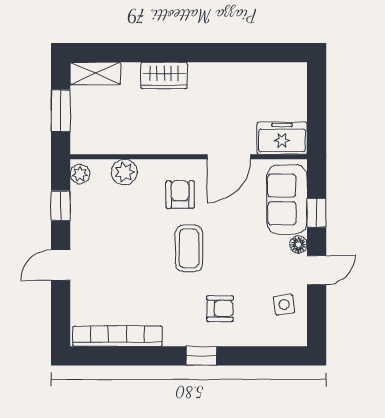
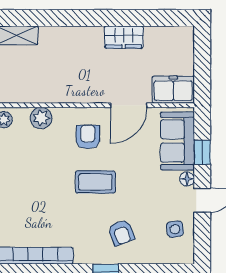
wardrobe: (164, 75) -> (124, 37), moved
coffee table: (189, 248) -> (95, 182), turned 90
armchair: (220, 309) -> (121, 233), turned 69

